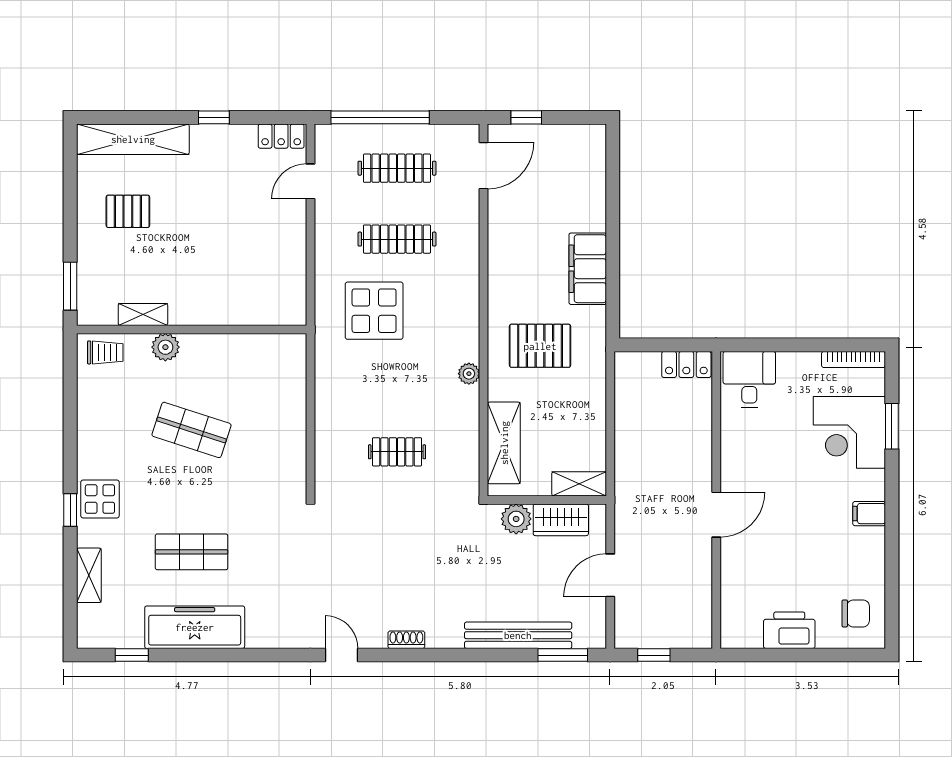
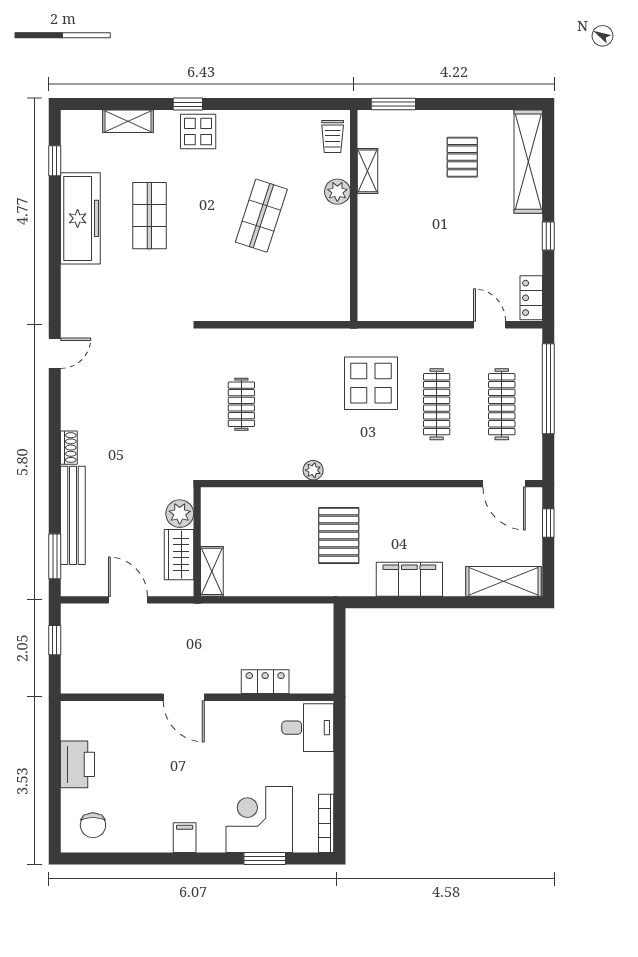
locker: (686, 364) -> (265, 682), moved, turned 90
shelving: (504, 443) -> (504, 581), moved
shoe rack: (406, 640) -> (69, 448), moved

